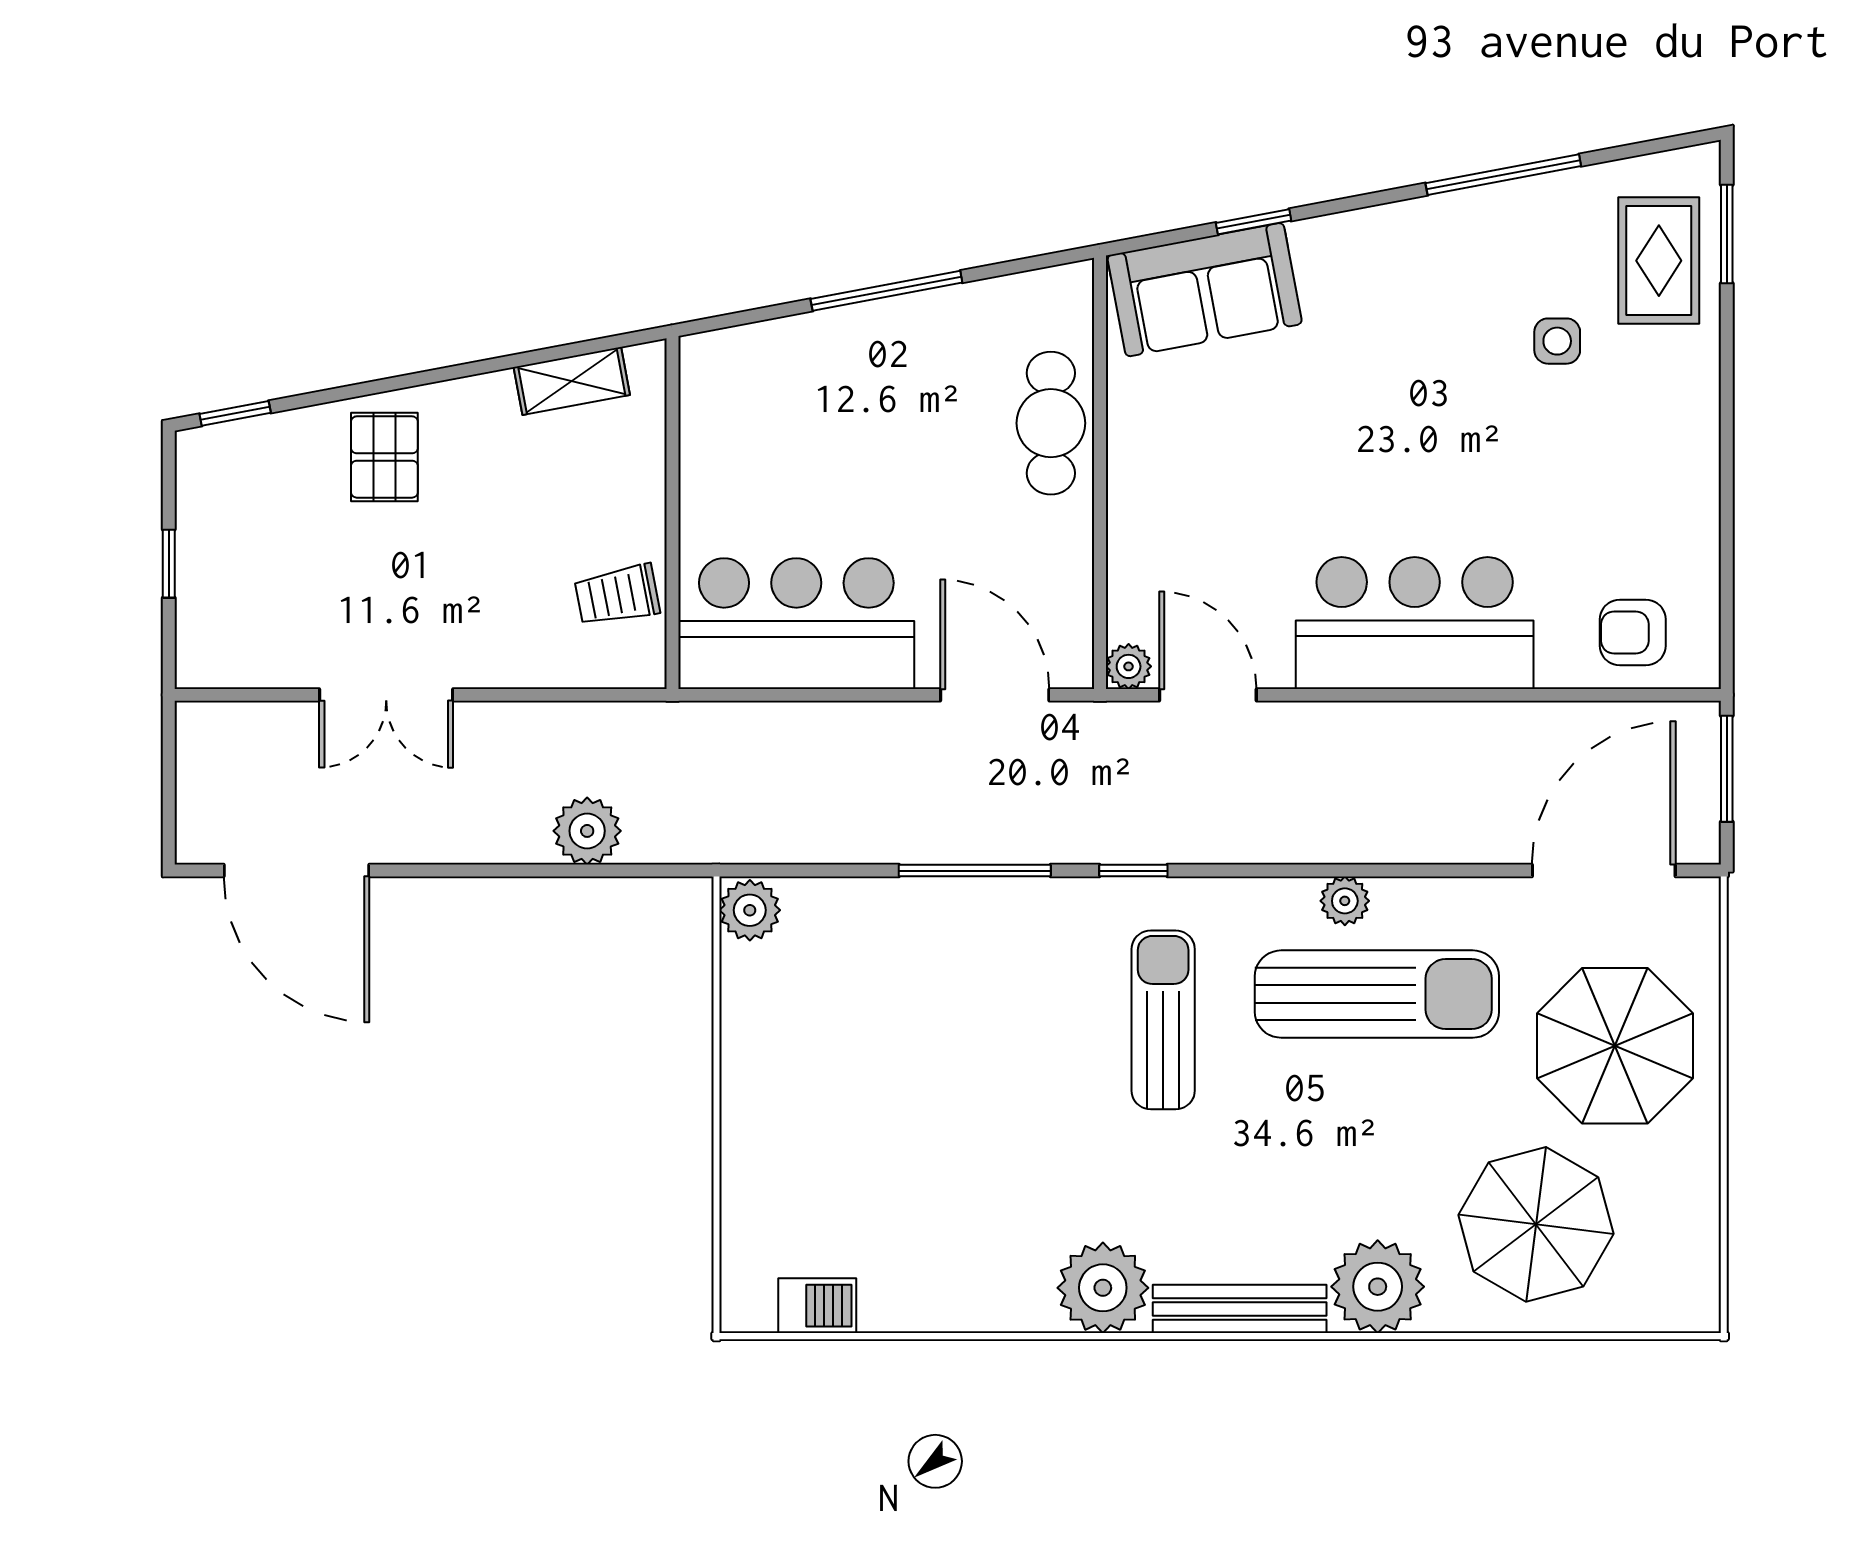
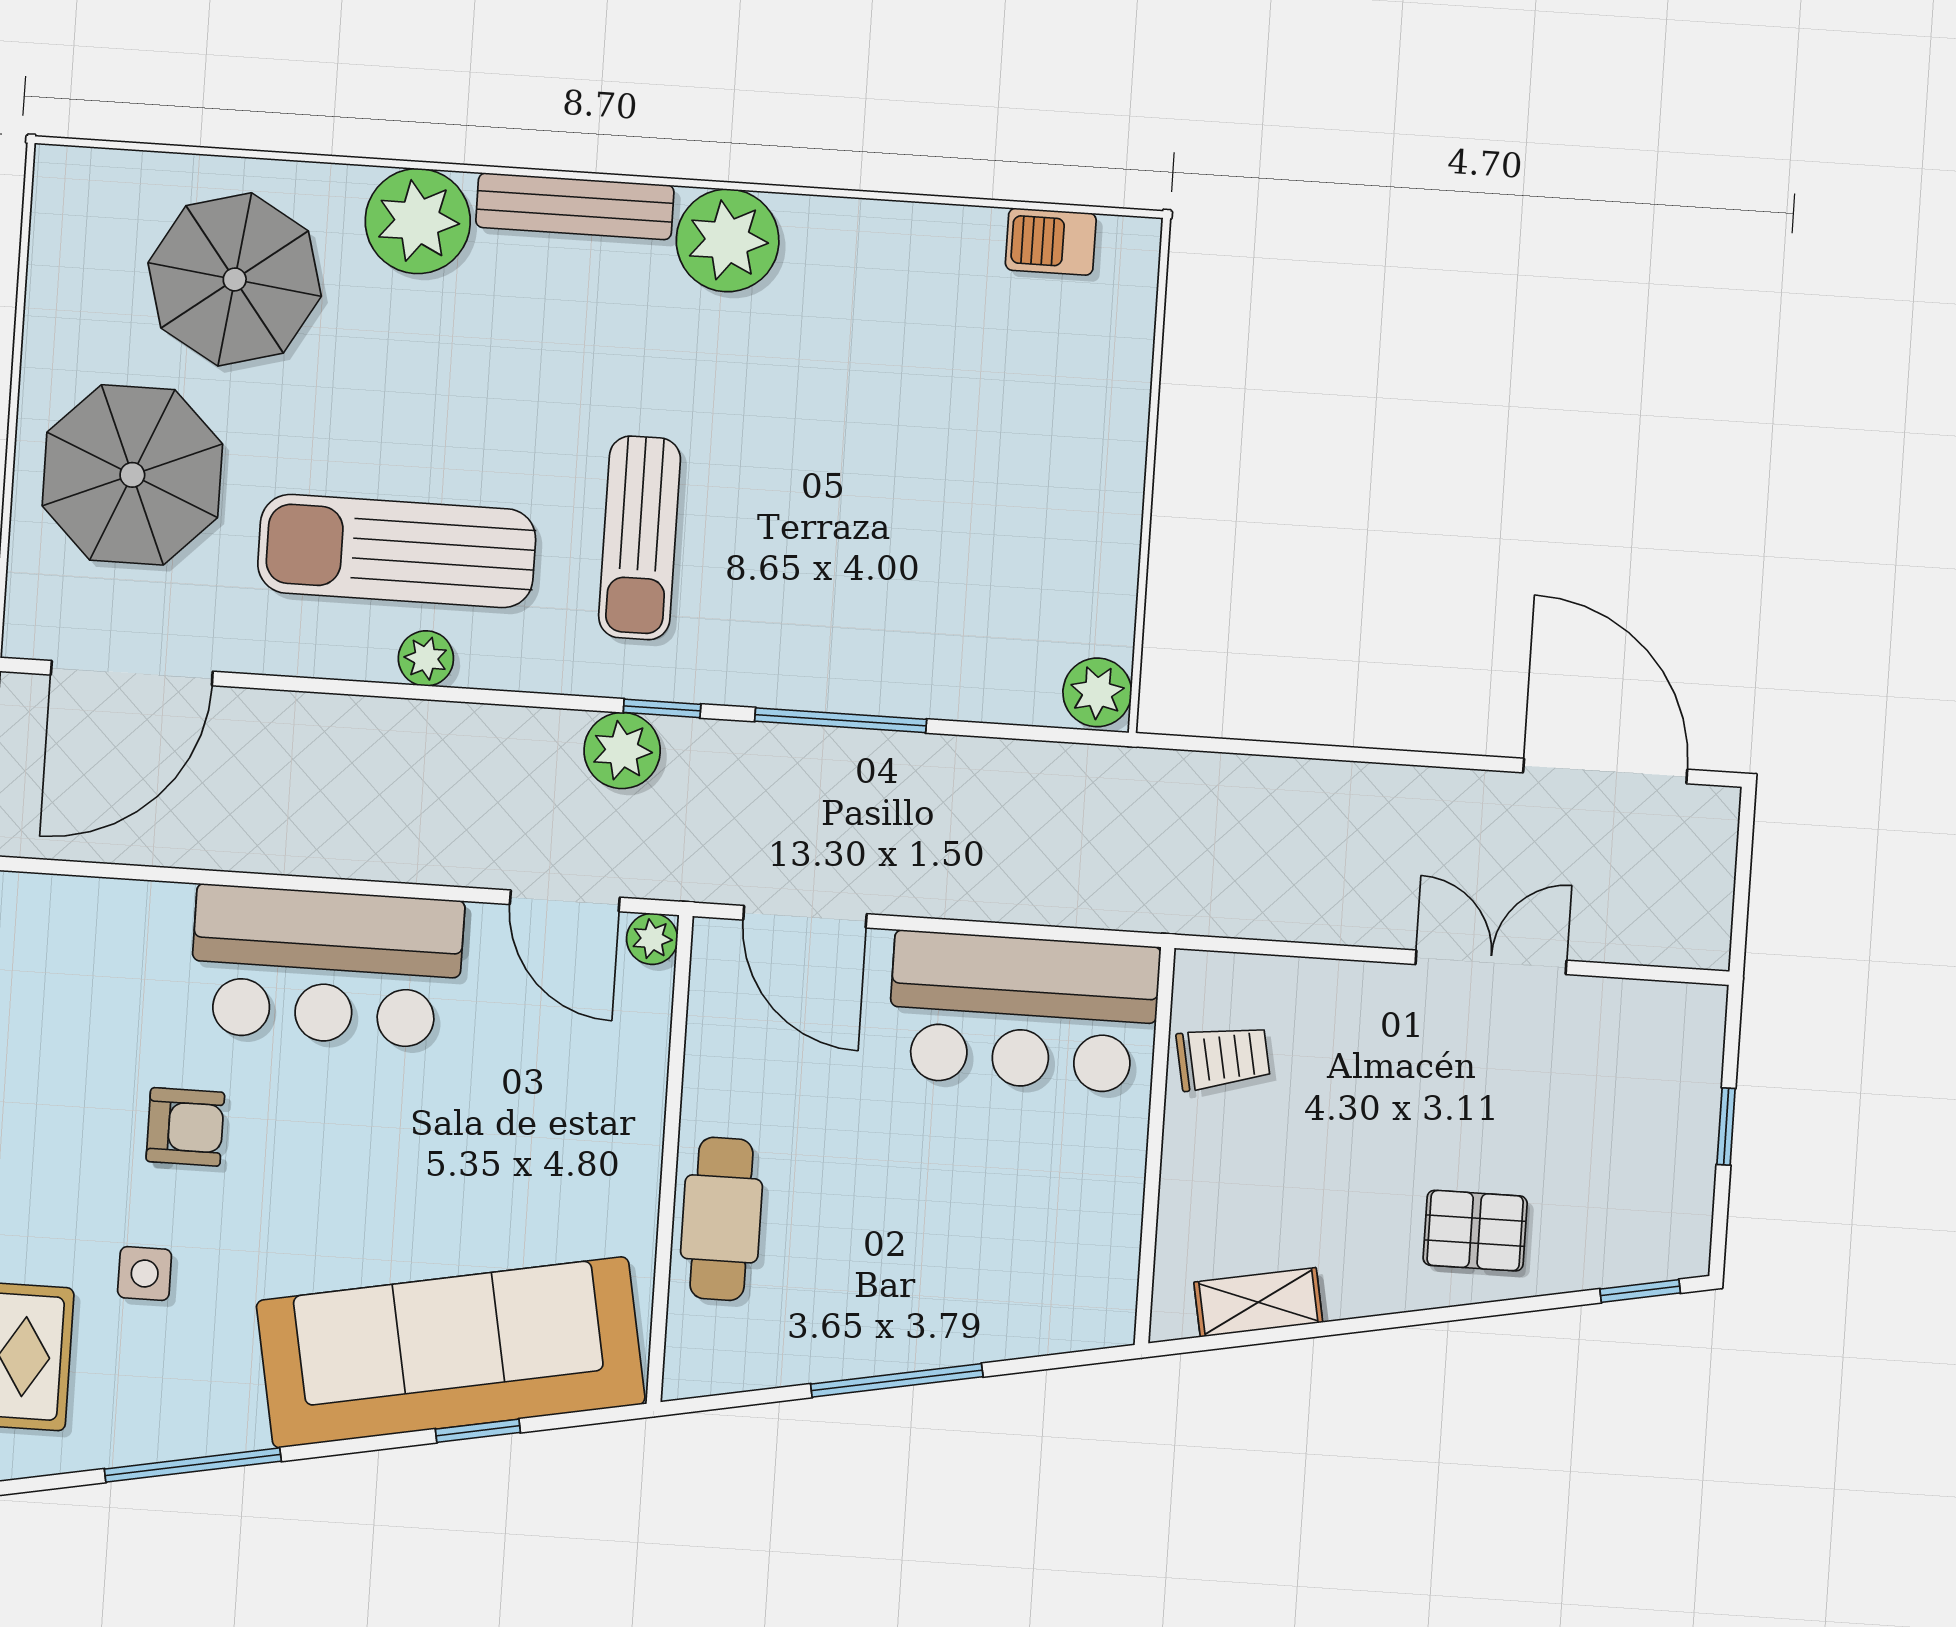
sofa: (1205, 290) -> (451, 1352), width x1.85, depth x1.27
pallet: (384, 457) -> (1475, 1231), turned 90
armchair: (1633, 632) -> (185, 1127), moved
plant: (587, 831) -> (622, 751), moved

